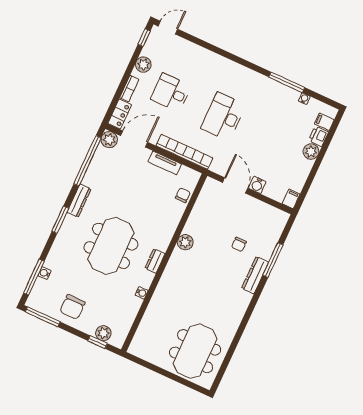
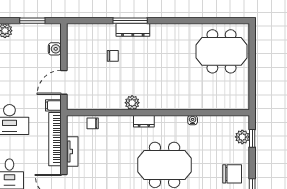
window: (309, 183) -> (32, 21), added
water cooler: (257, 185) -> (55, 49), moved
filing cabinet: (291, 199) -> (53, 105), moved
window: (273, 260) -> (130, 21), moved
dresser: (155, 261) -> (144, 121), moved

